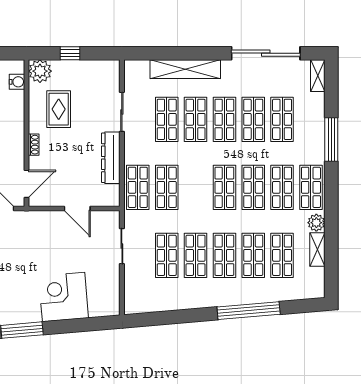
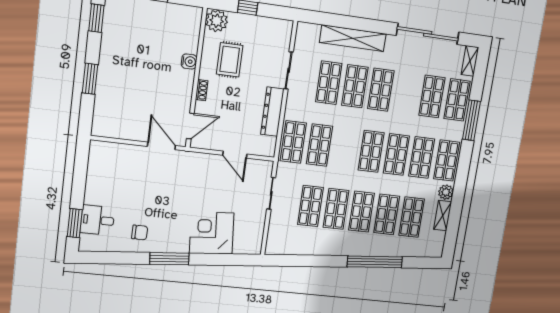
water cooler: (17, 82) -> (189, 62), moved
shop shelf: (253, 119) -> (457, 100), moved

